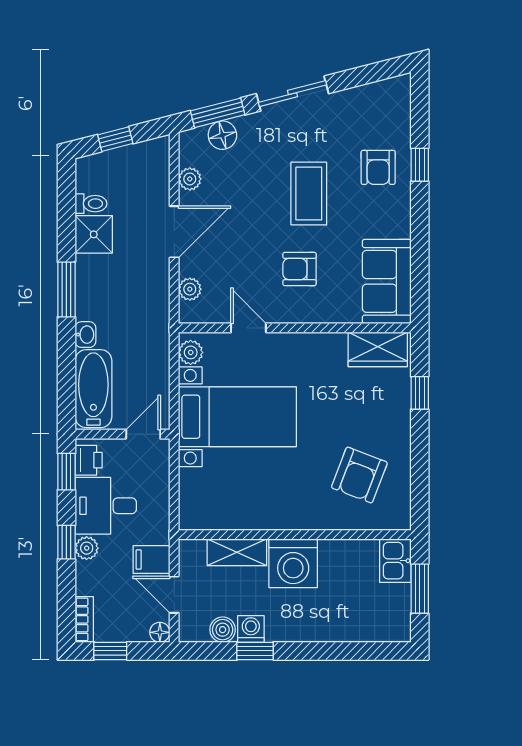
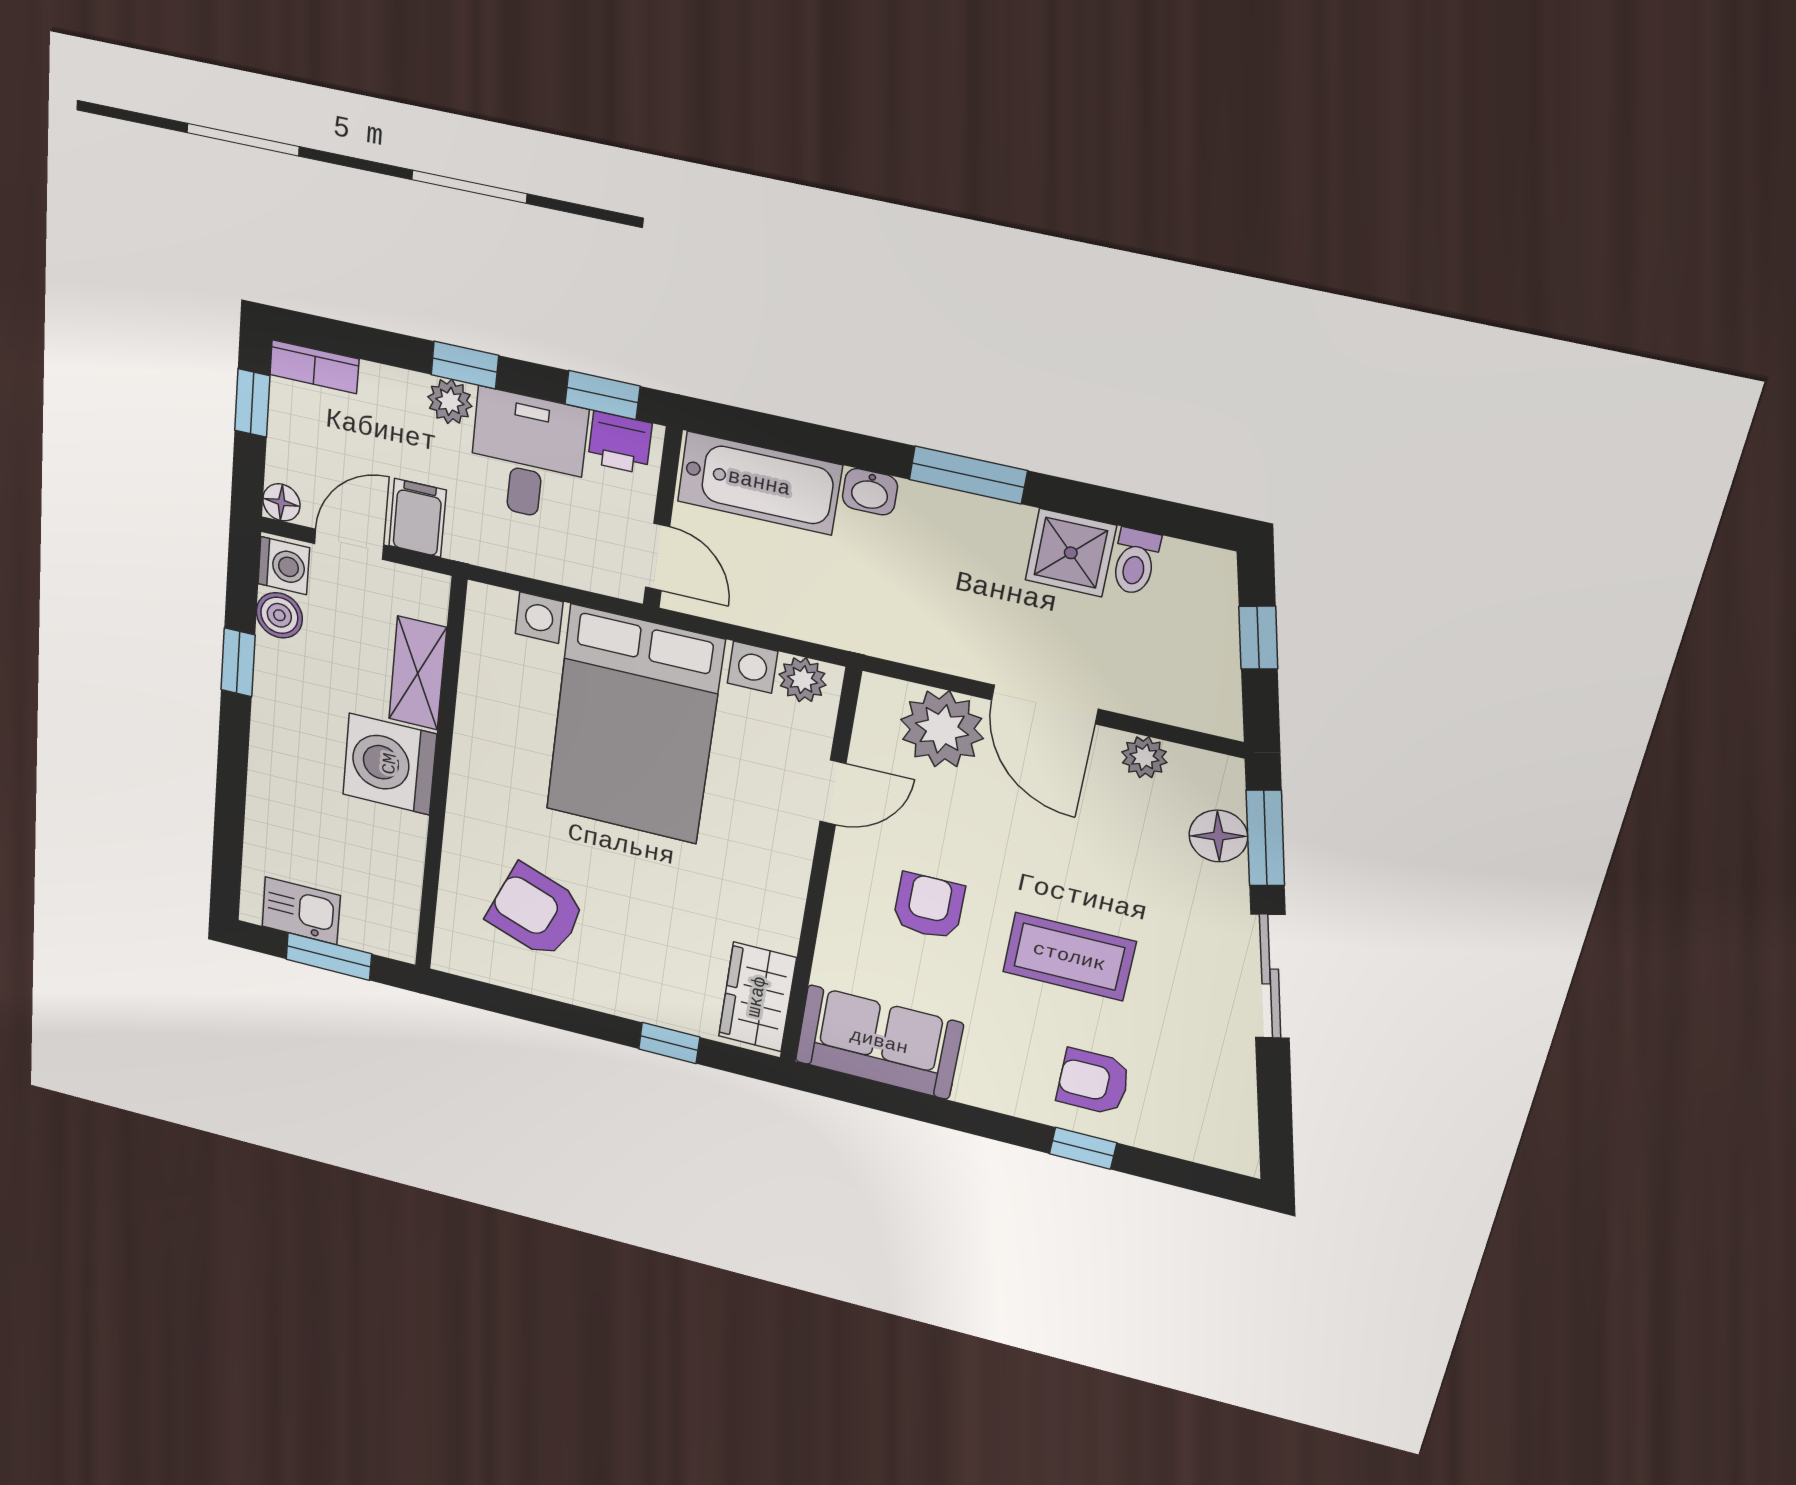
plant: (190, 289) -> (942, 729), width x1.88, depth x1.88
bed with nightstands: (237, 417) -> (634, 725), width x1.36
kitchen sink: (395, 561) -> (301, 911), moved
washing machine: (251, 629) -> (284, 566), moved

